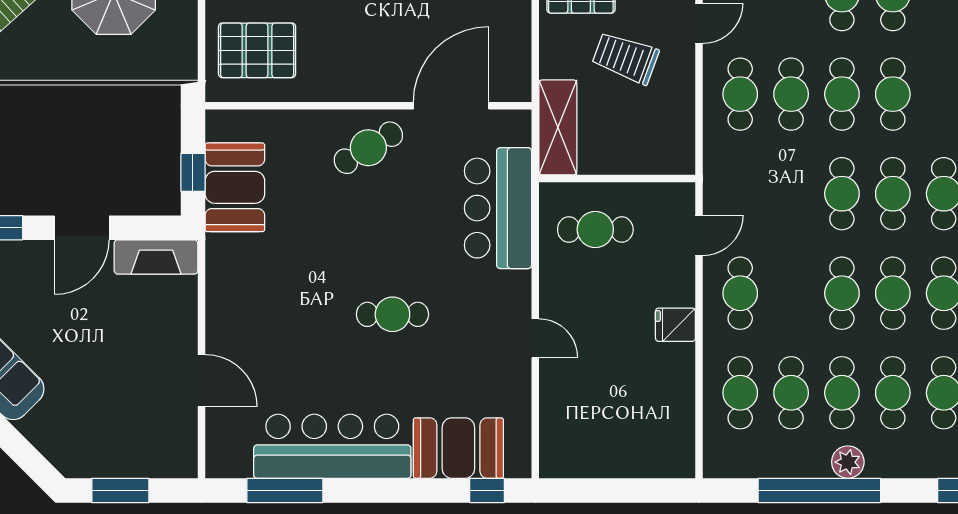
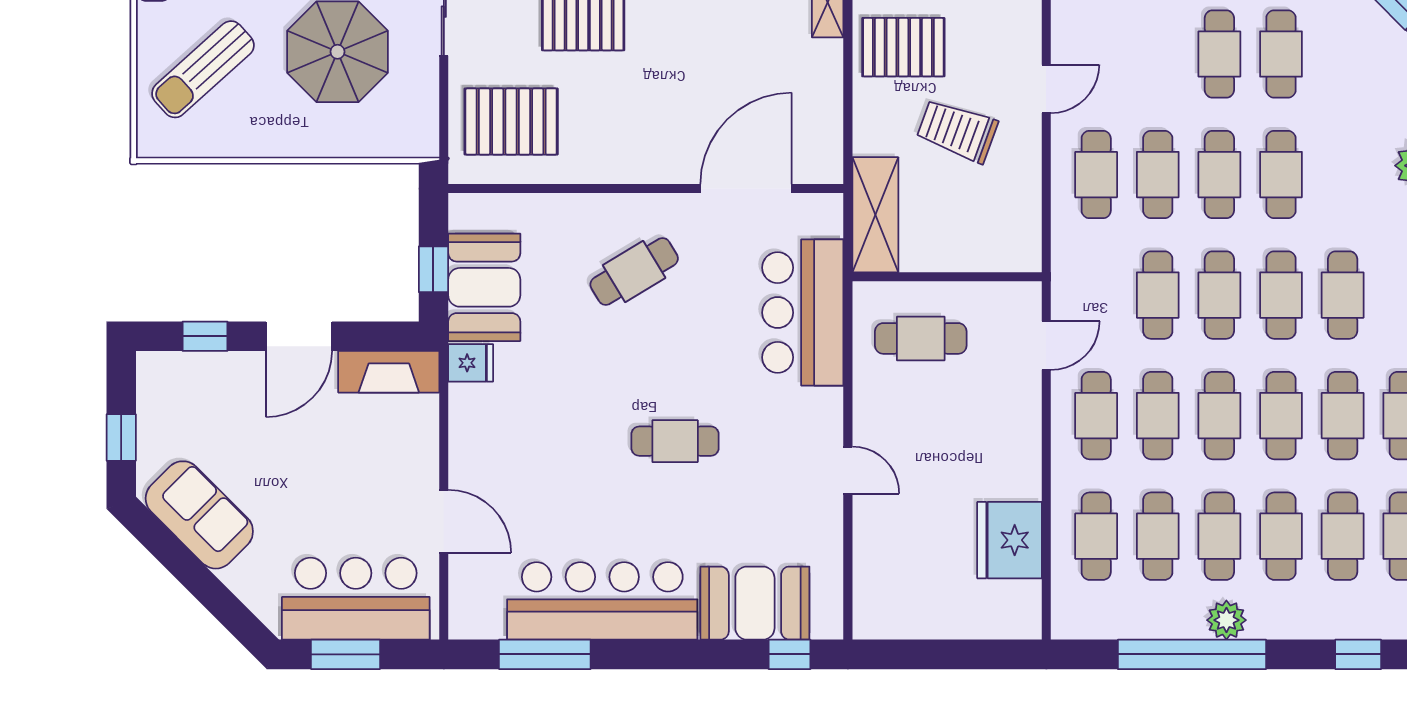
cafe table: (368, 148) -> (634, 271), moved
cafe table: (791, 194) -> (1158, 295), added
fridge: (224, 250) -> (471, 363), added
cafe table: (791, 293) -> (1158, 416), added
fridge: (675, 325) -> (1010, 540), moved, width x1.88, depth x1.34
bar counter: (129, 444) -> (356, 599), added

